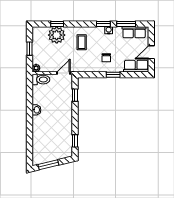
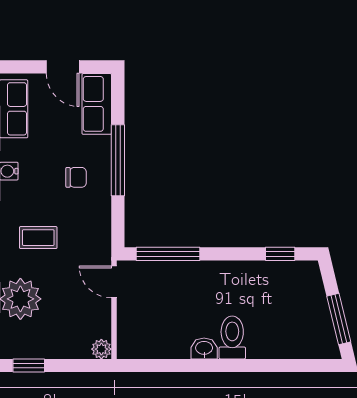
window: (29, 49) -> (29, 366), moved
window: (113, 75) -> (118, 160), width x2.17
toilet: (41, 80) -> (232, 337), moved
window: (75, 95) -> (168, 254), width x2.17

